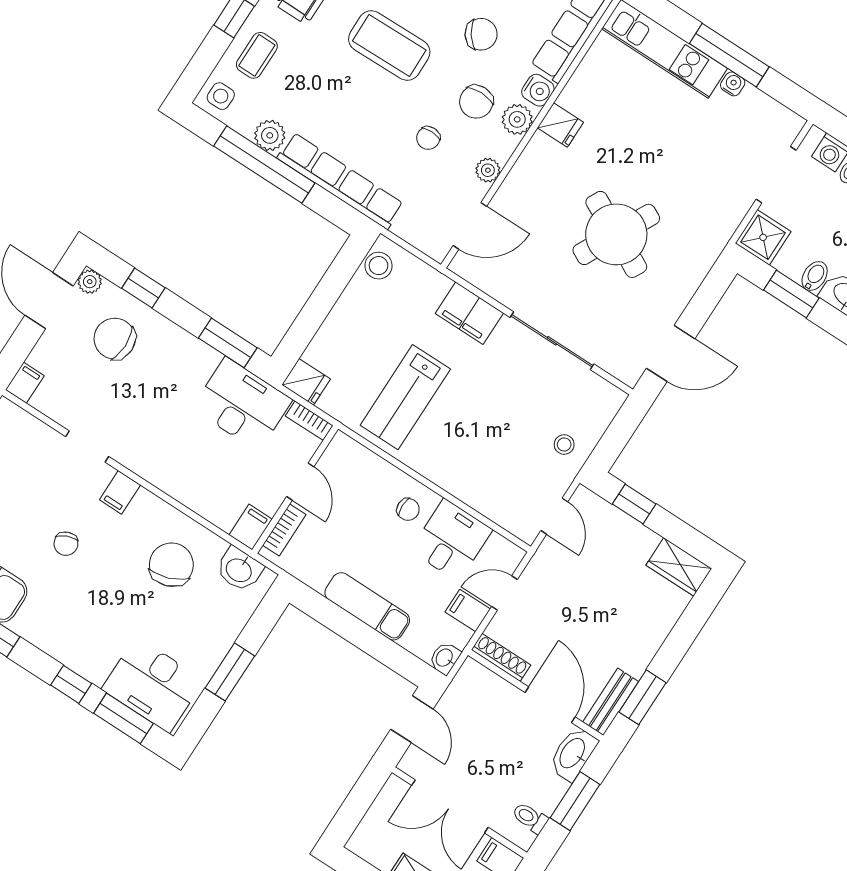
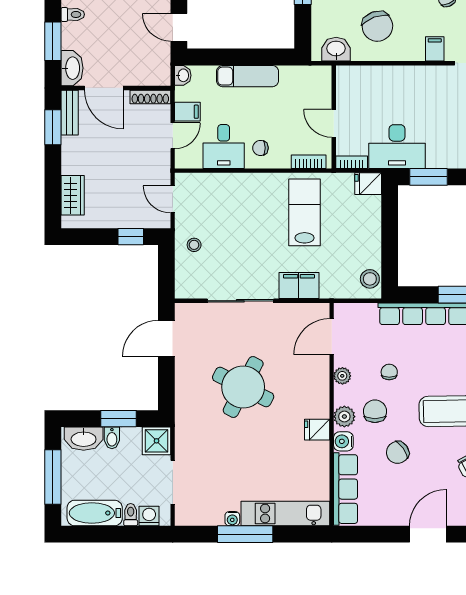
filing cabinet: (251, 527) -> (345, 78), removed
bookcase: (284, 530) -> (309, 162), moved, turned 90
wardrobe: (679, 567) -> (73, 195), moved, turned 90

